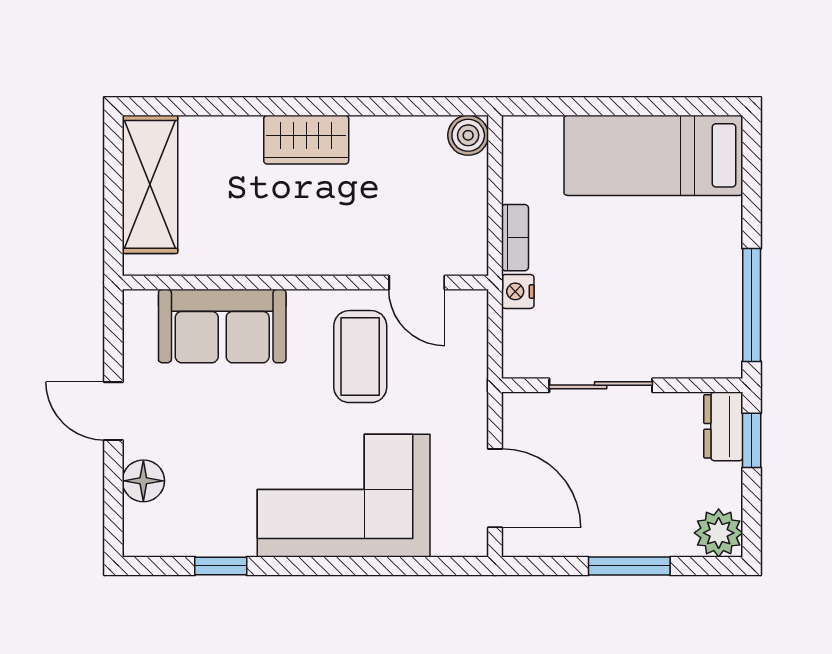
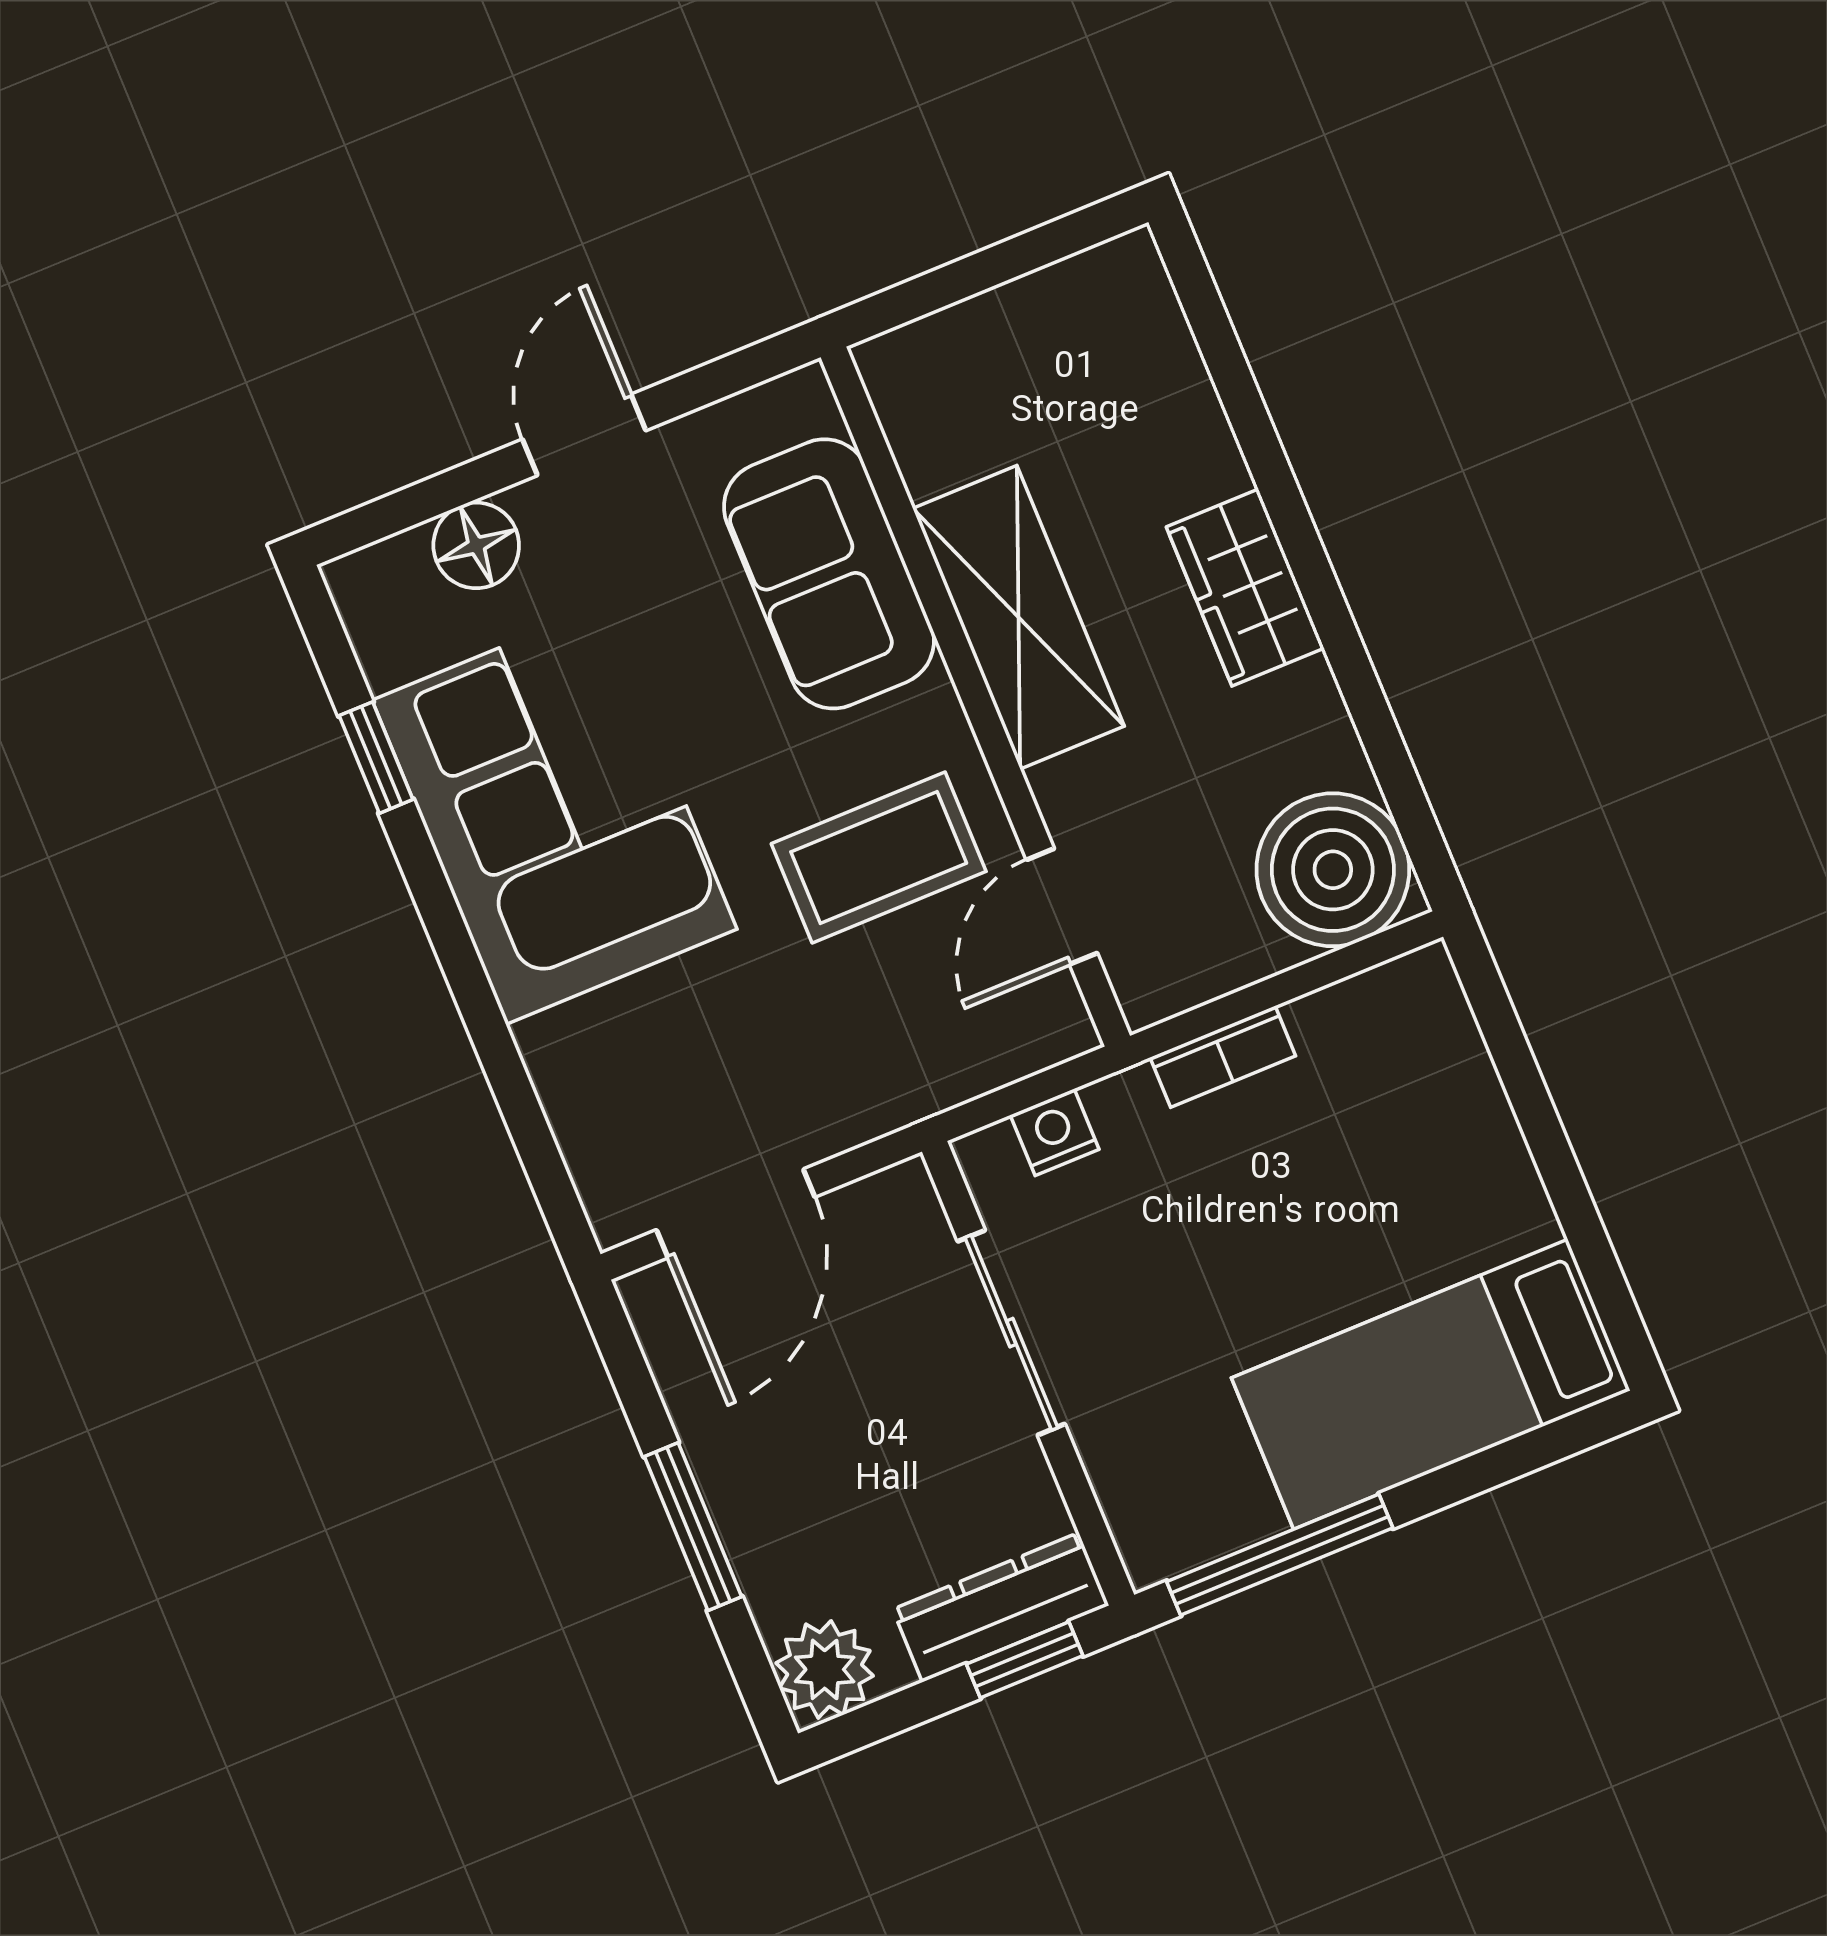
boiler: (468, 135) -> (1333, 870), width x1.86, depth x1.86
bed: (653, 155) -> (1431, 1384), moved, turned -90
shelving: (150, 184) -> (1019, 617), moved, turned 90
nightstand: (518, 291) -> (1055, 1132), moved
dresser: (723, 426) -> (1001, 1607), width x1.44
corner sofa: (344, 496) -> (555, 815), moved

